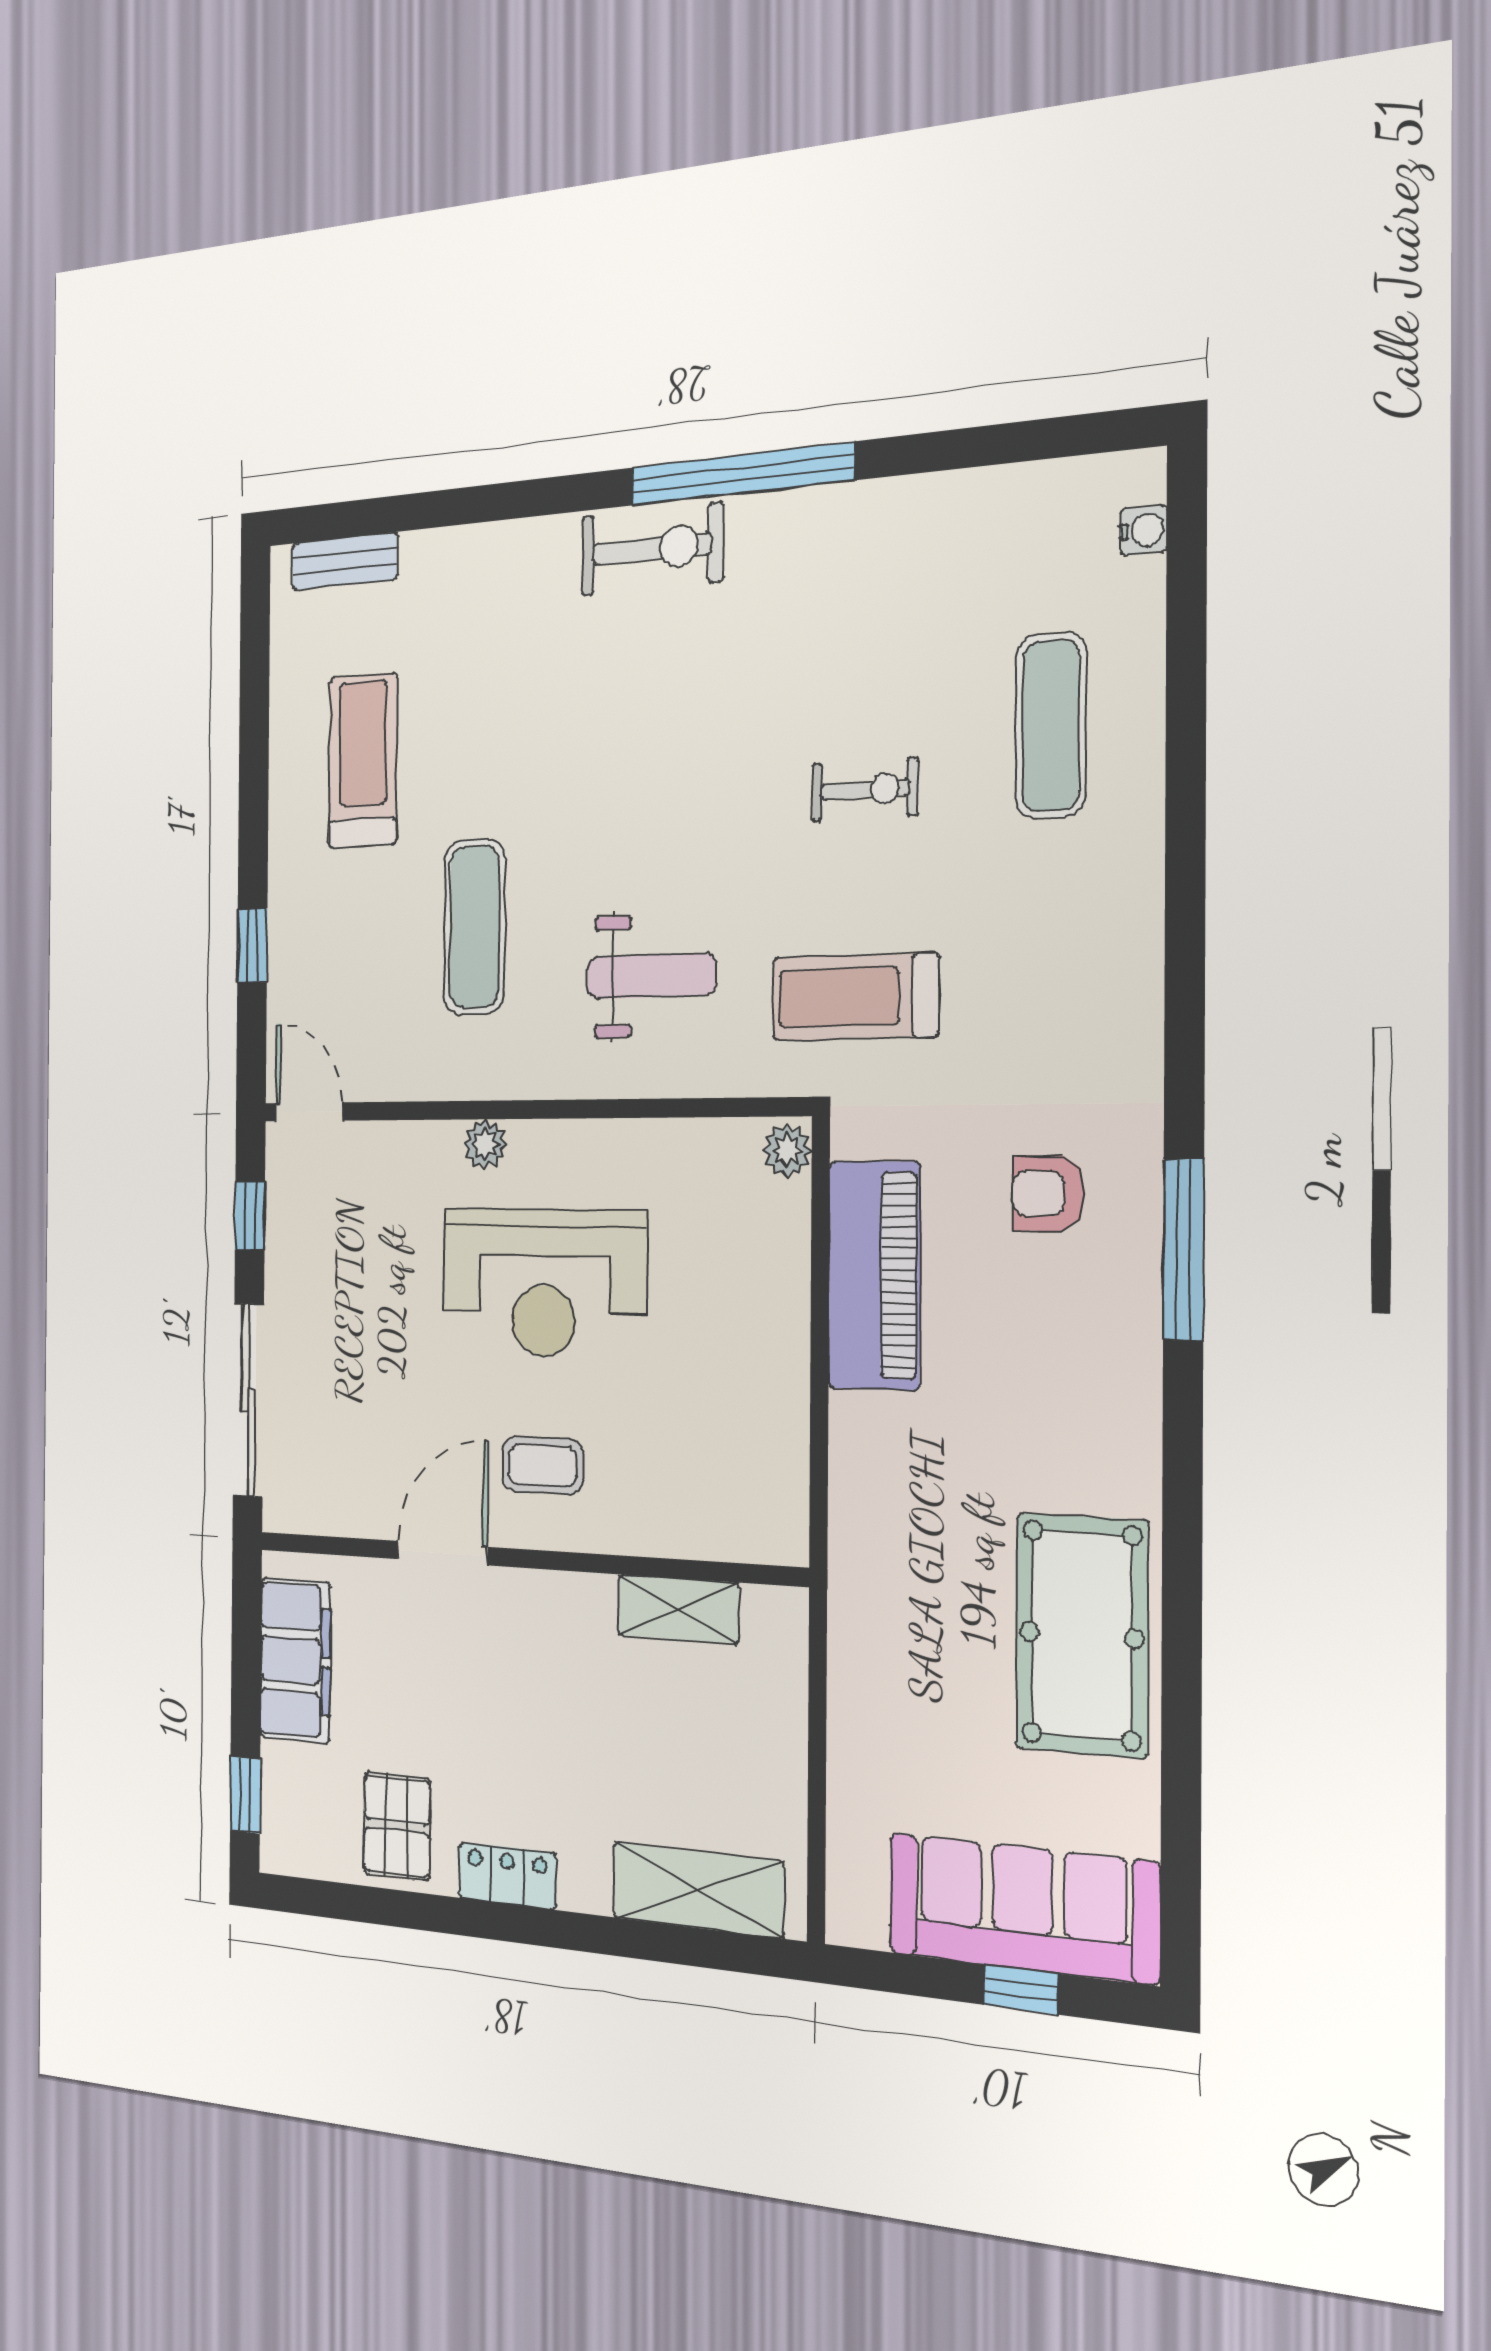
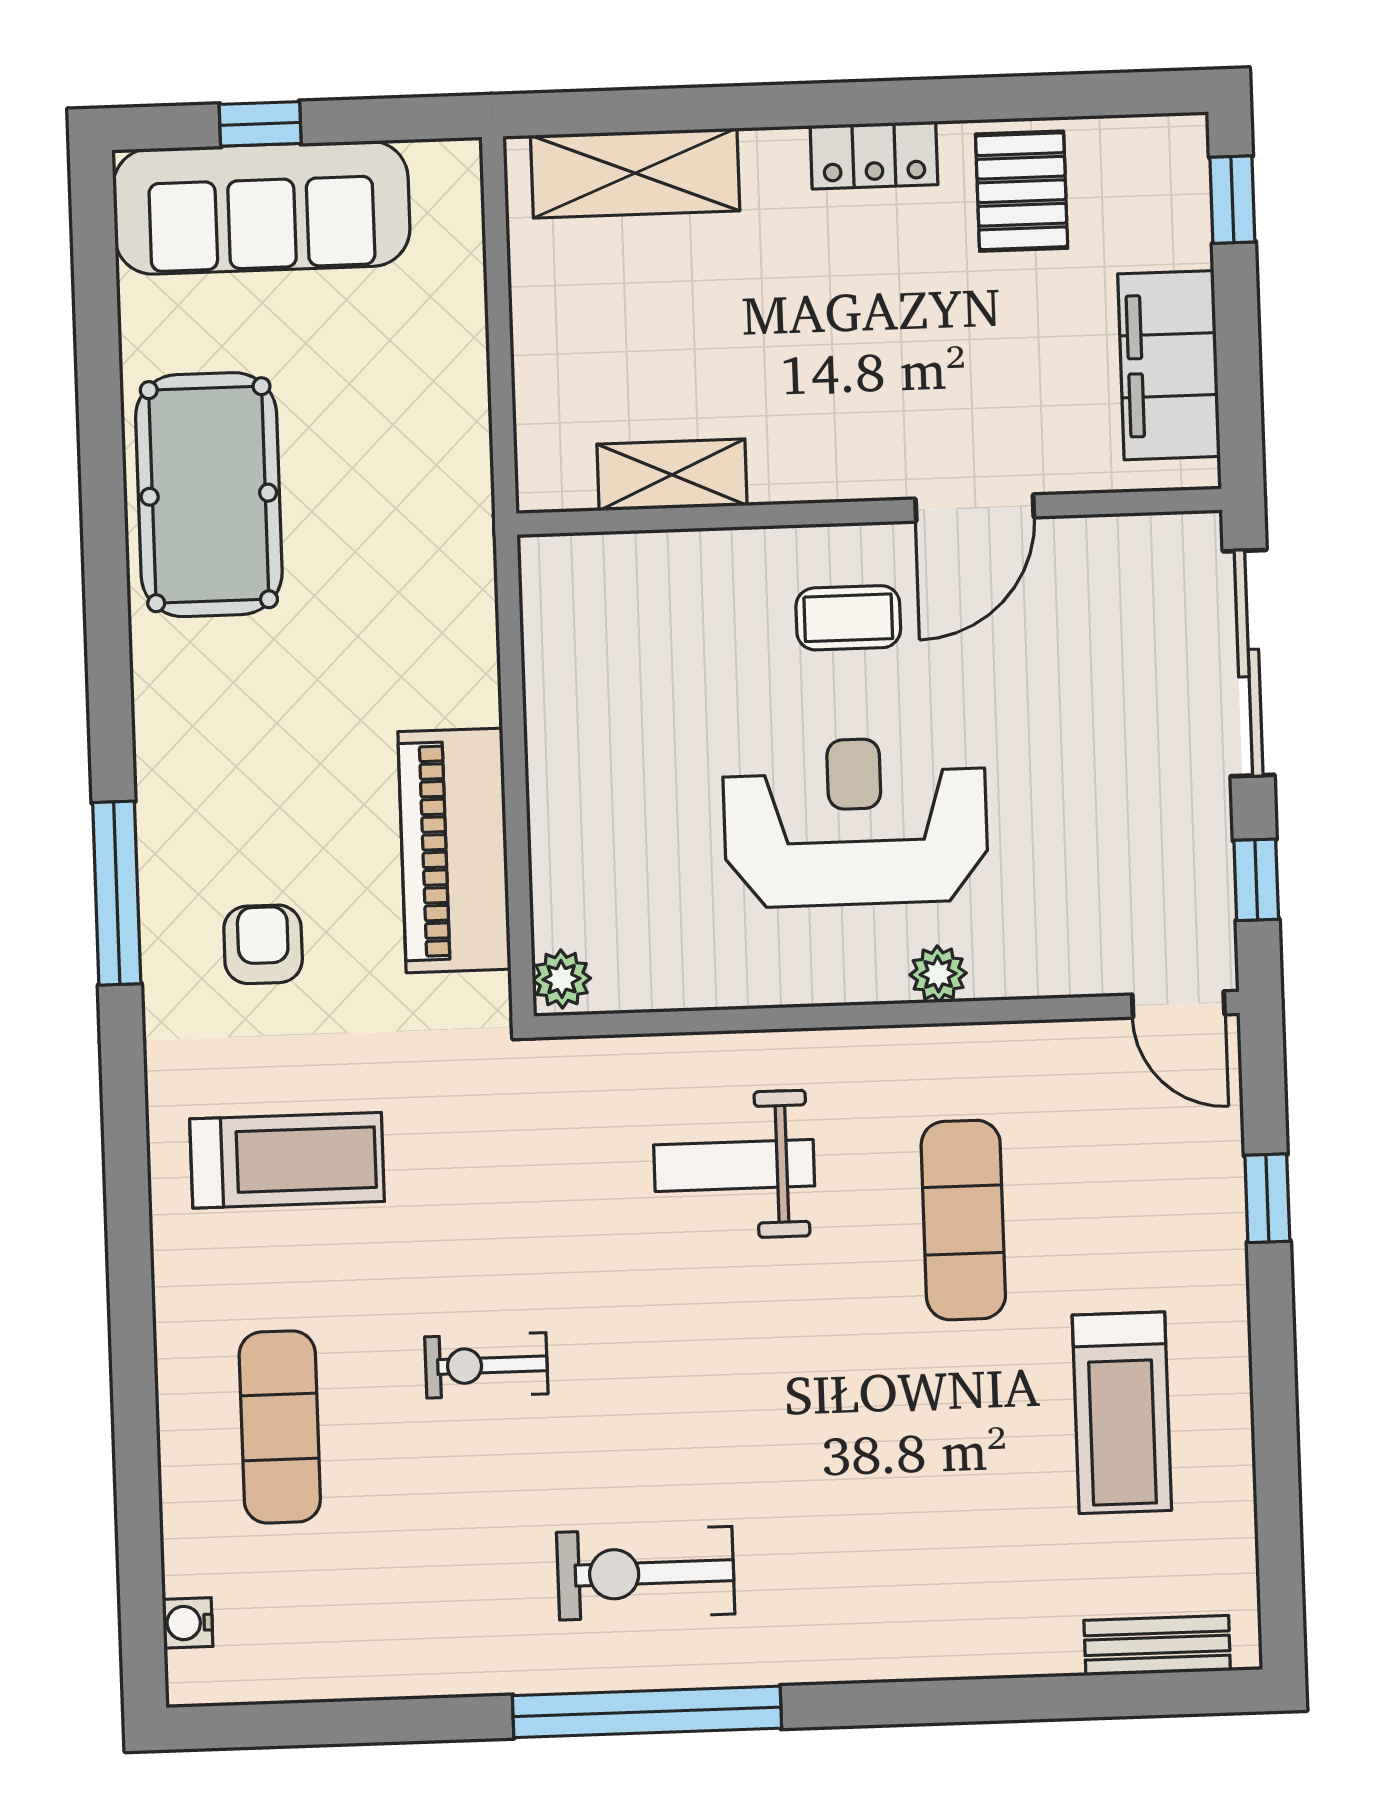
exercise bike: (652, 549) -> (646, 1573), moved
treadmill: (855, 997) -> (287, 1160), moved
armchair: (1048, 1193) -> (263, 944), turned -90

